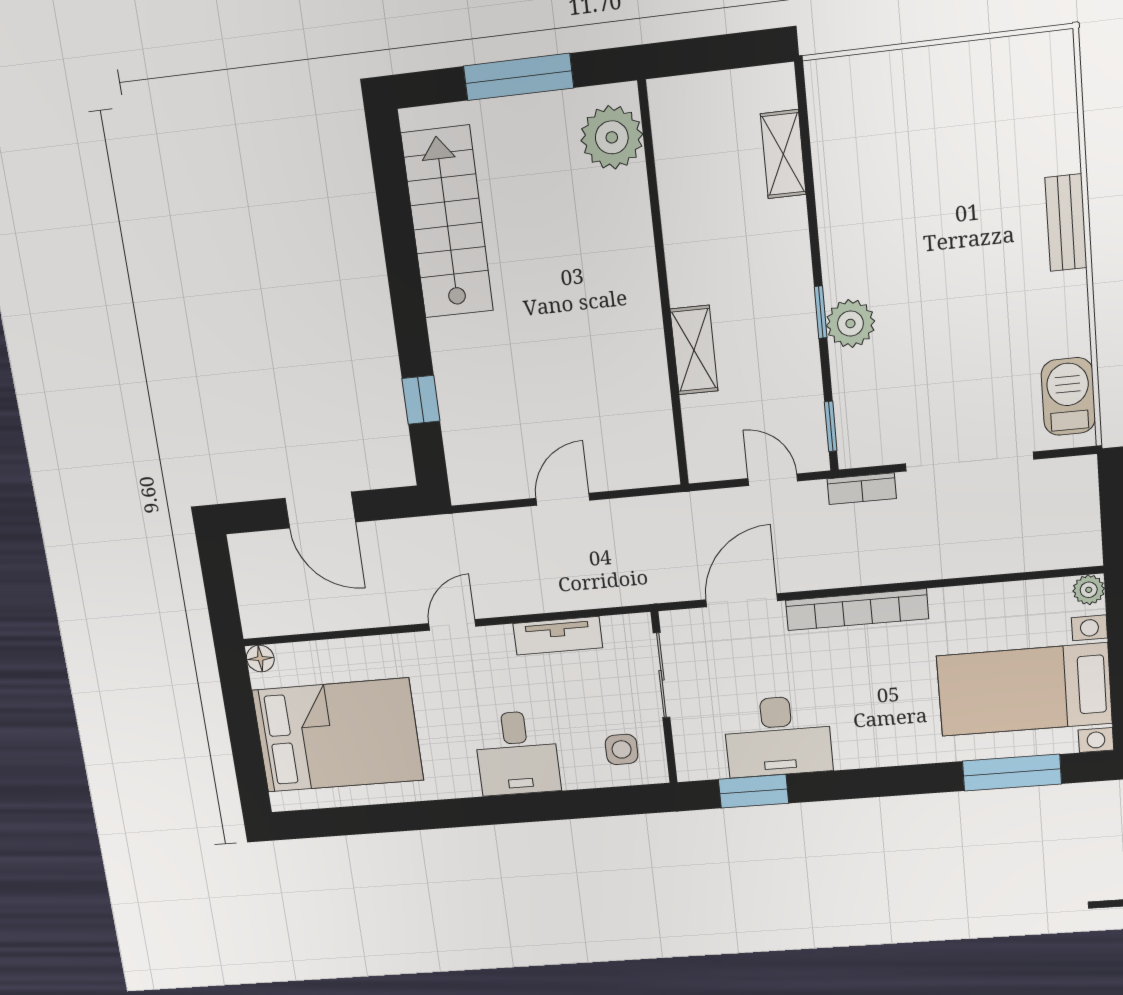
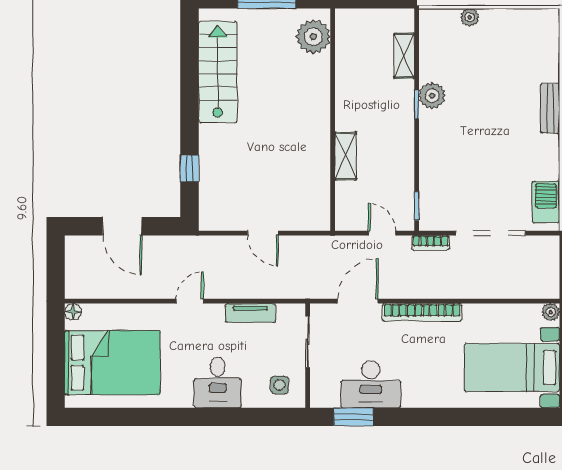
plant: (901, 66) -> (470, 17), added
window: (821, 312) -> (417, 104), moved
plant: (850, 323) -> (432, 96), moved
door: (563, 499) -> (263, 233), swing flipped
window: (1012, 773) -> (502, 417), removed

